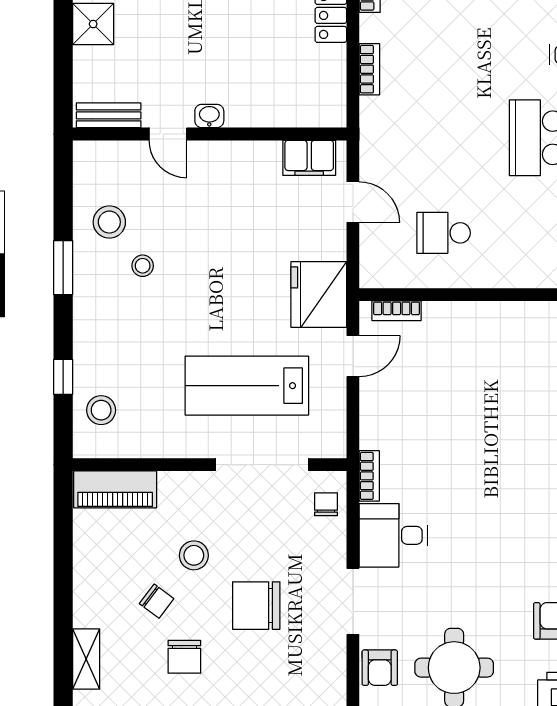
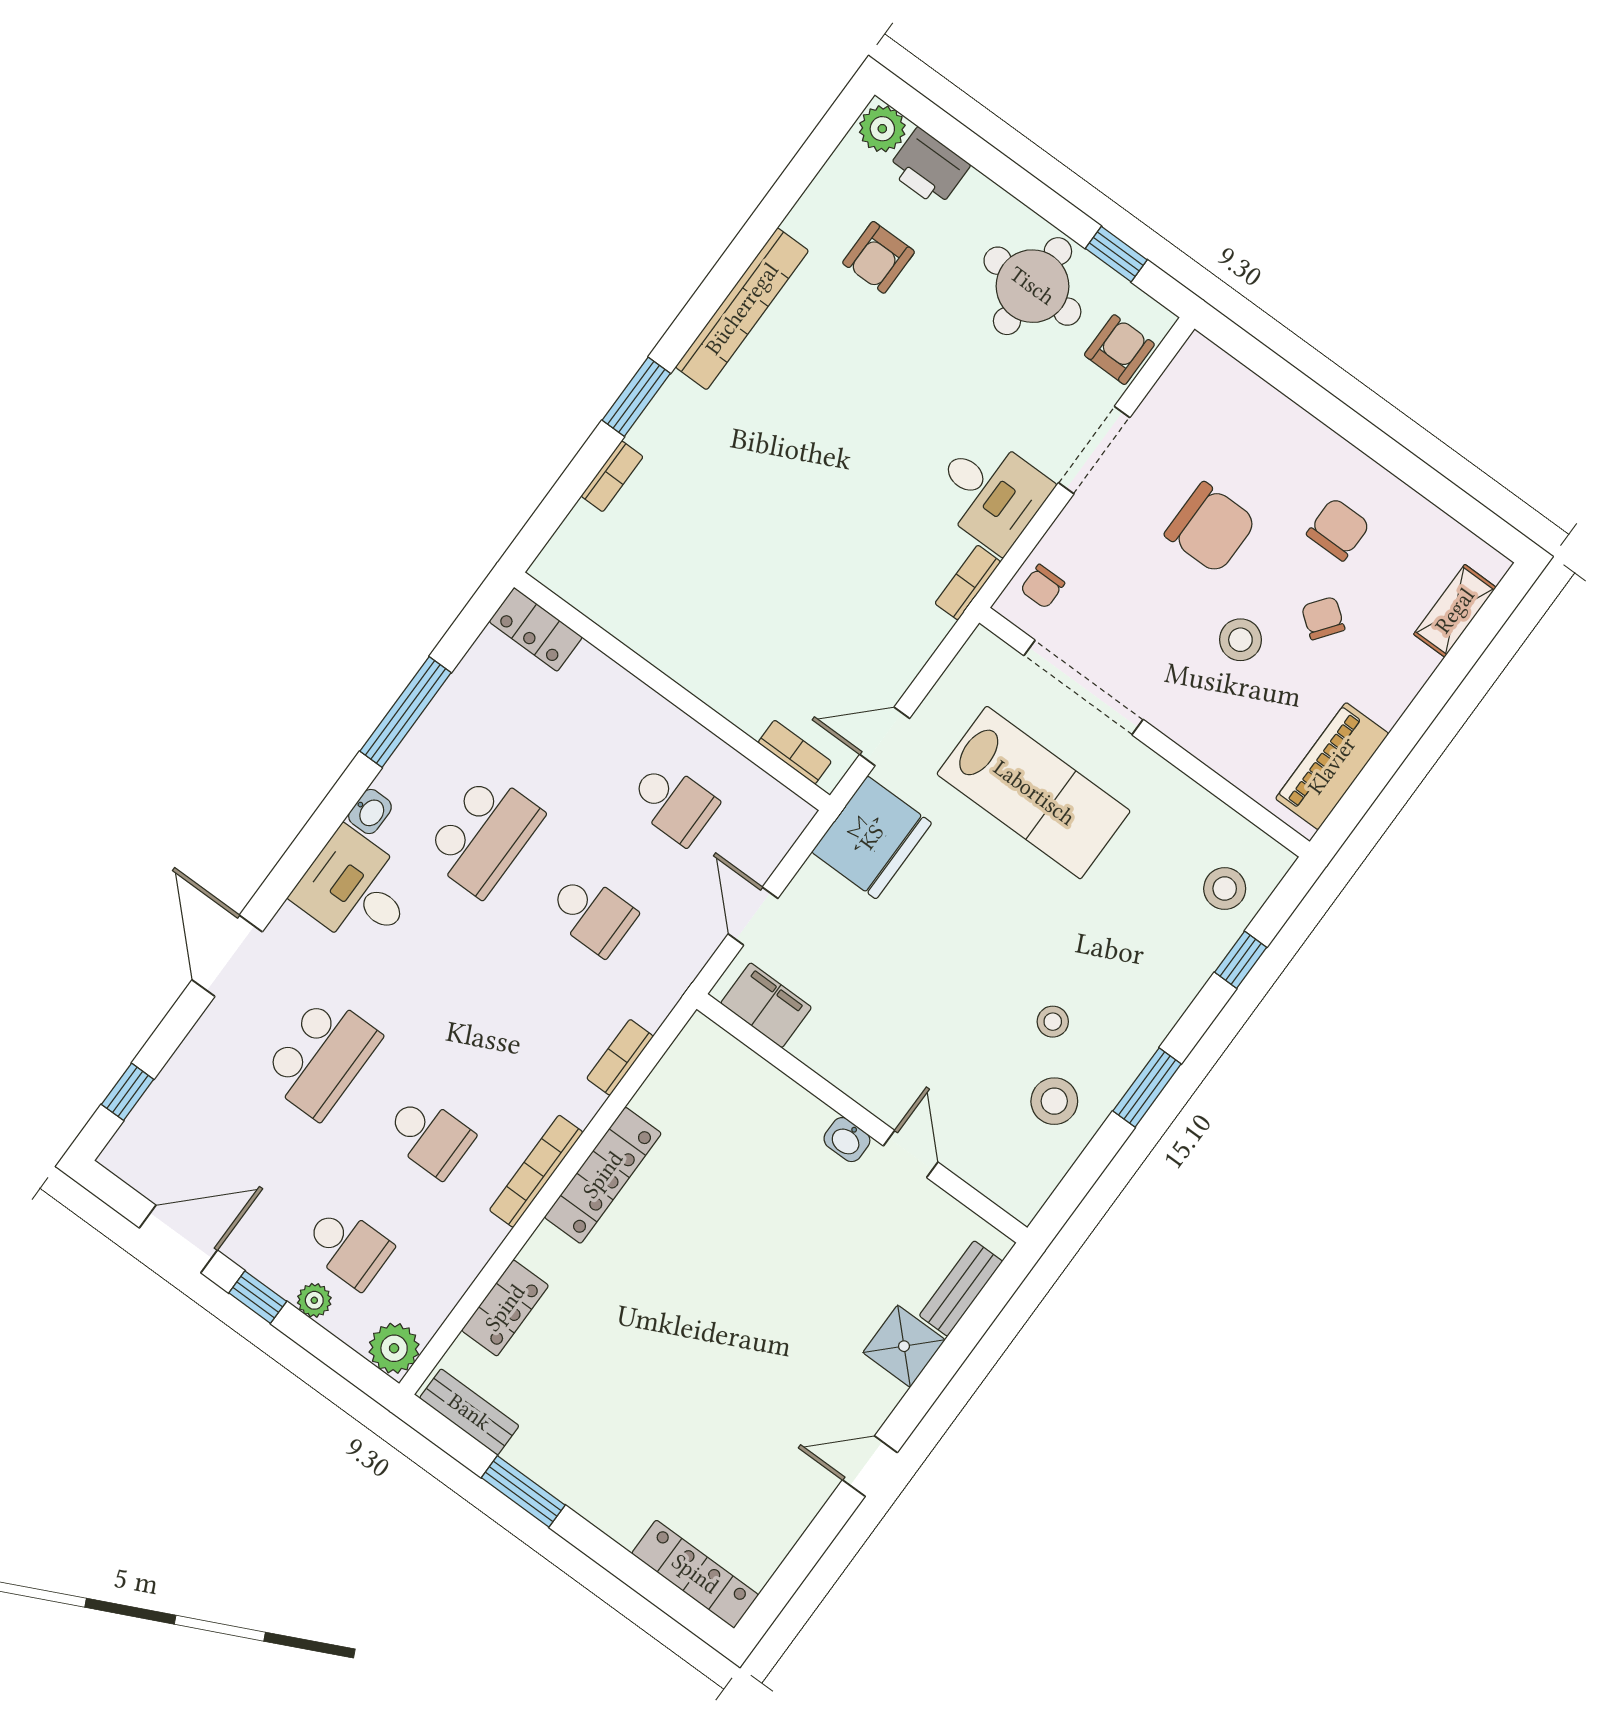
bench: (109, 115) -> (961, 1288), moved, turned 90
school desk: (444, 138) -> (592, 914), added
piano: (115, 489) -> (1332, 766), moved, turned -90

